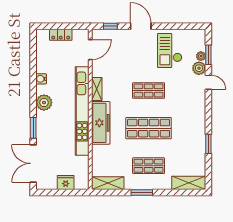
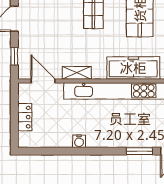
shelving: (97, 89) -> (77, 73), moved
plant: (44, 103) -> (108, 138), removed

